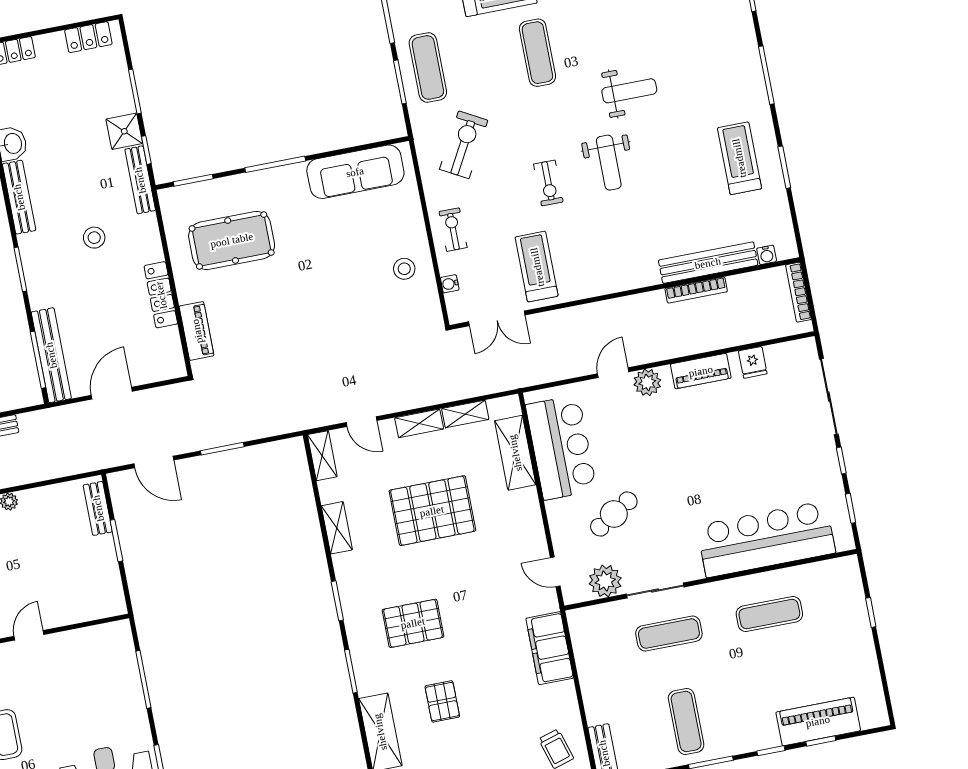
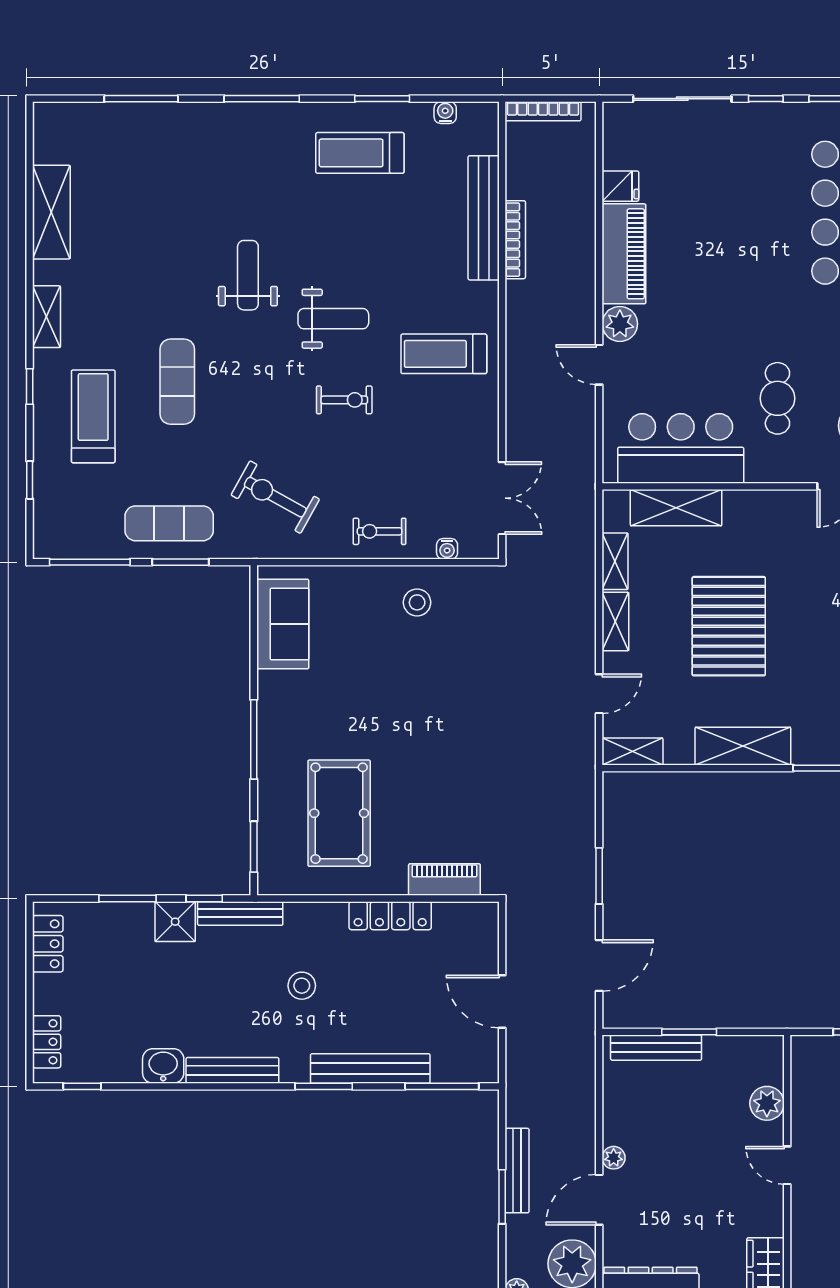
exercise mat: (537, 53) -> (177, 382), turned 90
sofa: (355, 172) -> (283, 624), width x0.73
water cooler: (767, 255) -> (445, 113), moved, turned -90
treadmill: (537, 267) -> (444, 354), moved
bench: (51, 355) -> (370, 1068), moved
piano: (701, 371) -> (624, 254), width x1.37, depth x1.33
bench: (98, 508) -> (656, 1048), width x1.36
cafe table: (614, 514) -> (777, 398), turned 32
shelving: (337, 528) -> (743, 746), width x1.50, depth x1.33
plant: (73, 611) -> (767, 1103), added

